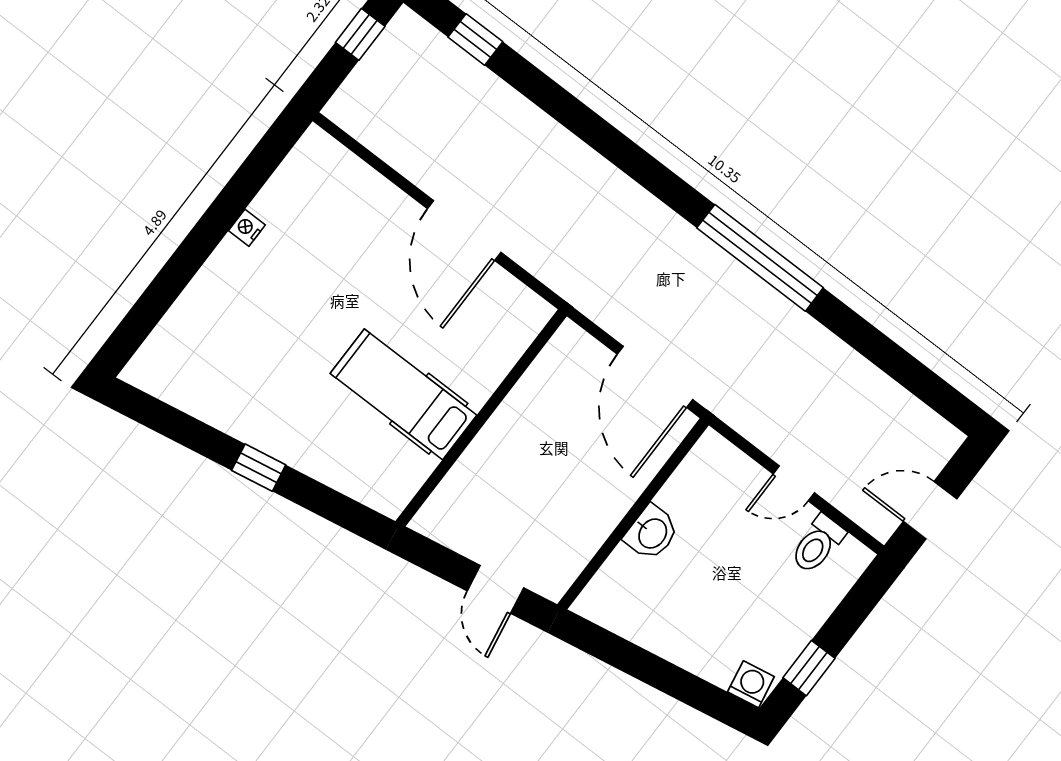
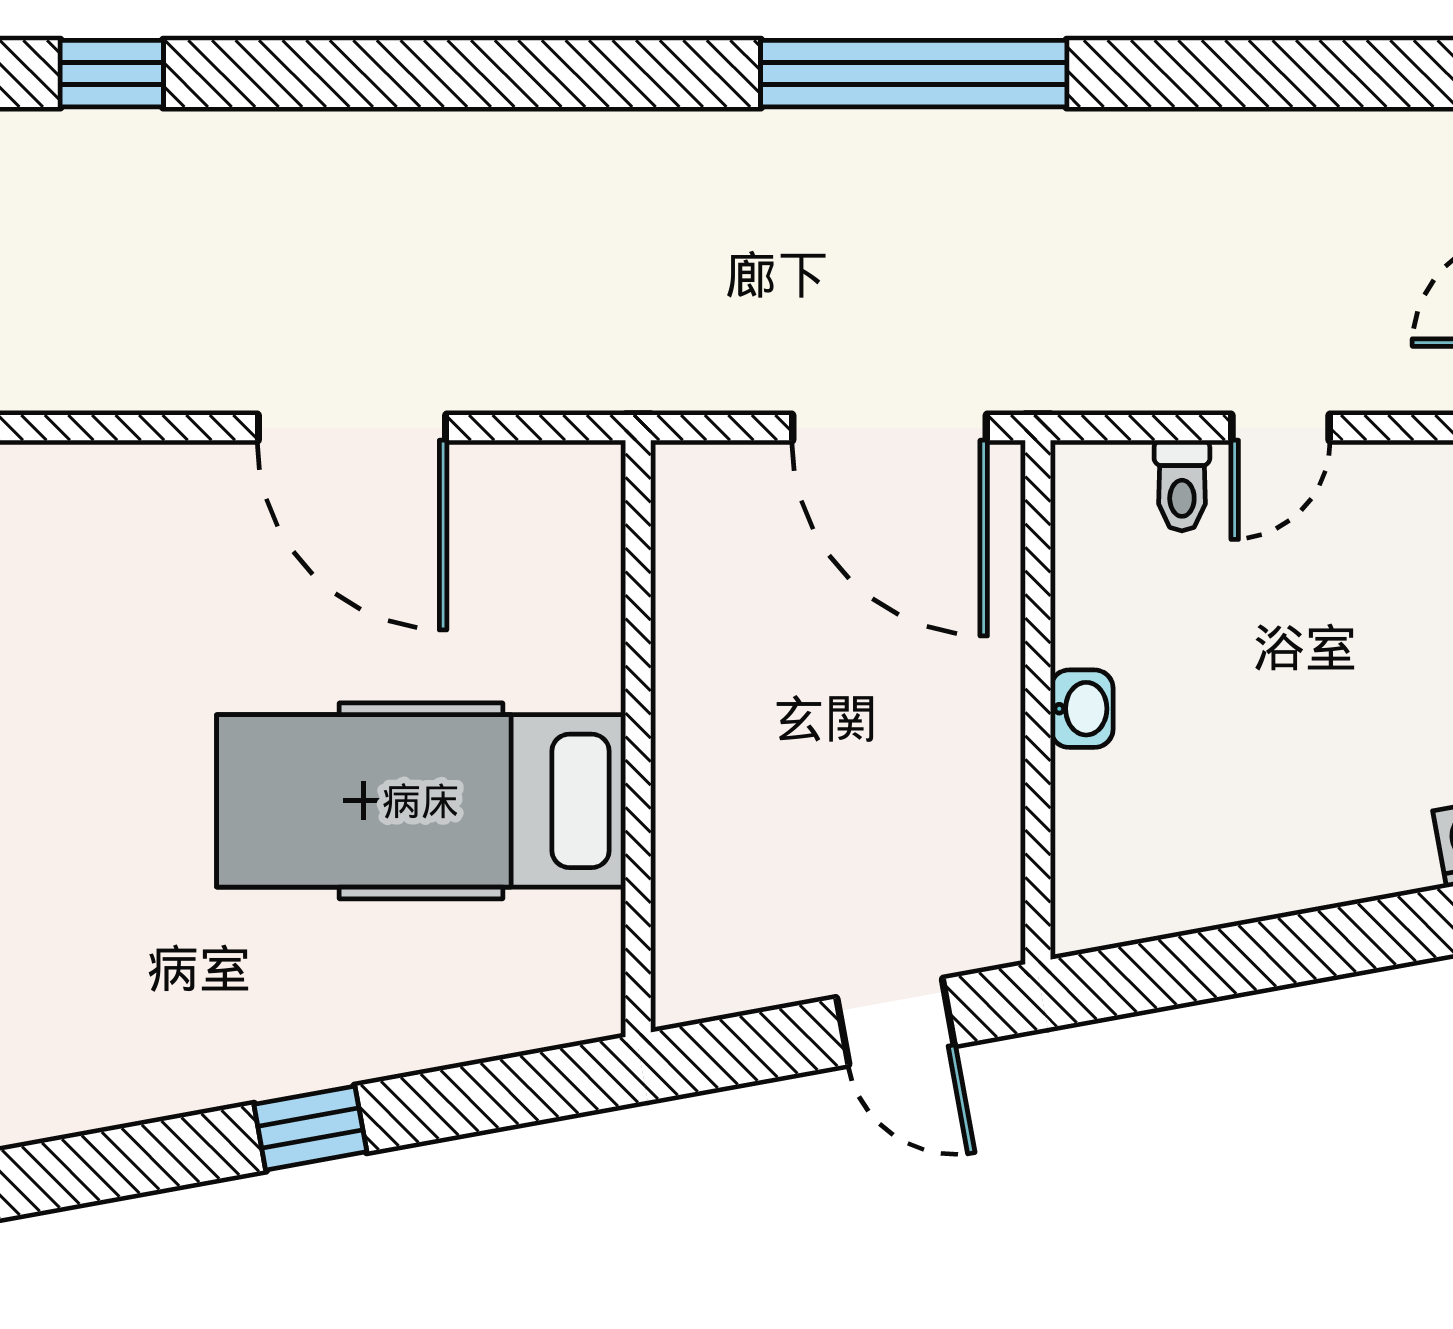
hospital bed: (403, 394) -> (421, 801), width x1.37, depth x1.29
washbasin: (652, 533) -> (1082, 709), width x0.72, depth x0.69
toilet: (818, 544) -> (1182, 486), moved, width x0.73, depth x0.72

